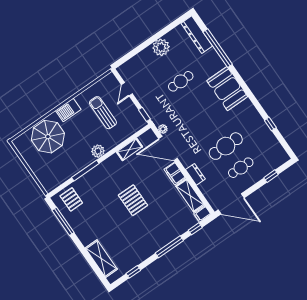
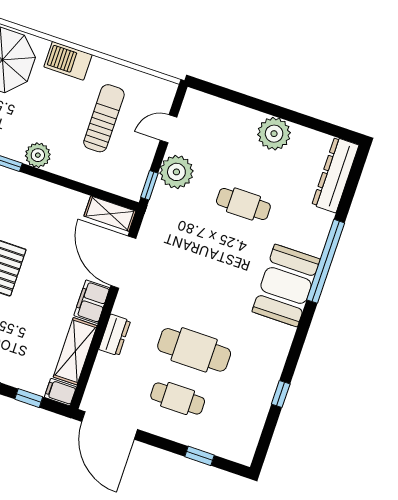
window: (218, 48) -> (326, 261), moved
plant: (163, 129) -> (176, 172), moved, width x1.87, depth x1.87
shelving: (129, 149) -> (110, 214), moved

